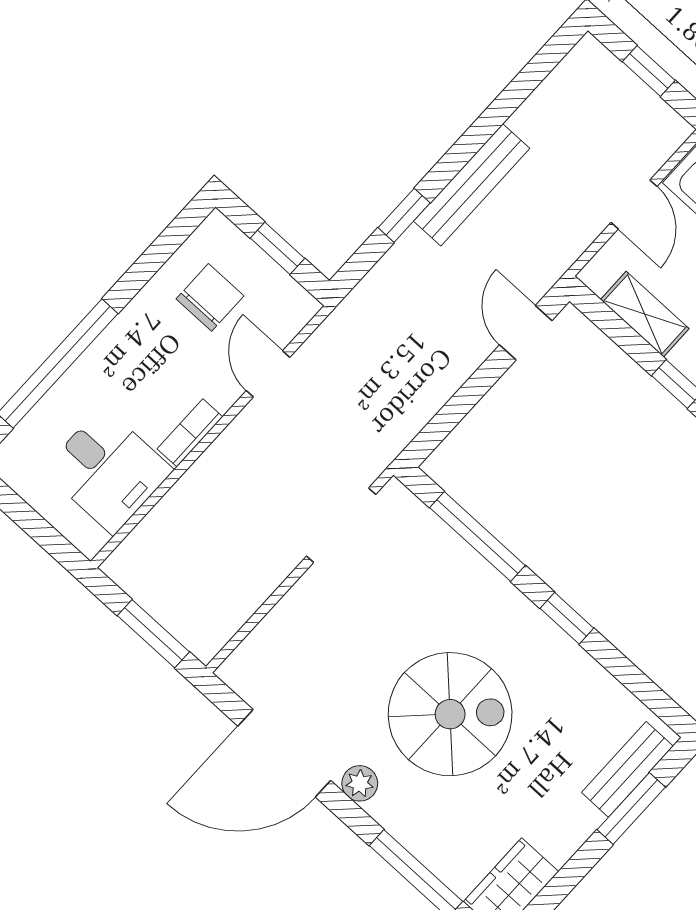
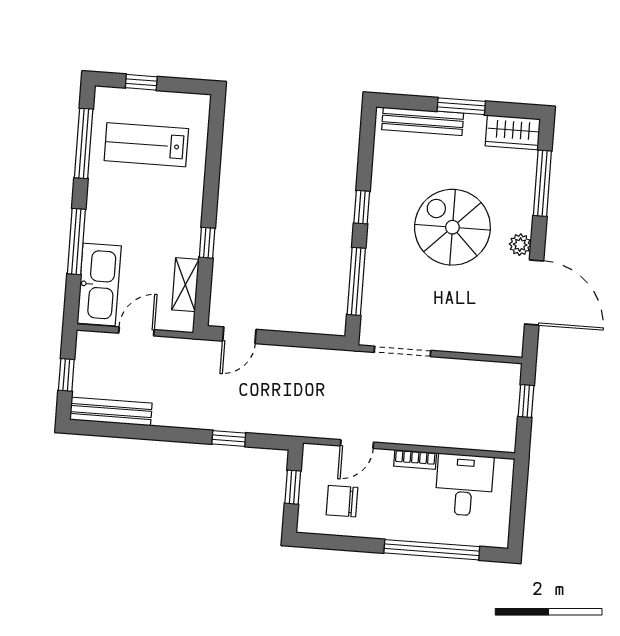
bench: (472, 185) -> (111, 412), moved
window: (153, 634) -> (526, 401), width x0.67
bench: (627, 769) -> (423, 121), width x1.36
window: (631, 808) -> (461, 106), moved

